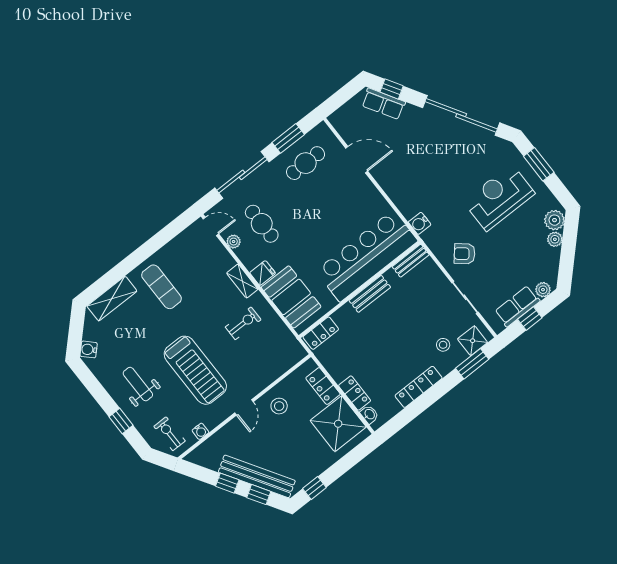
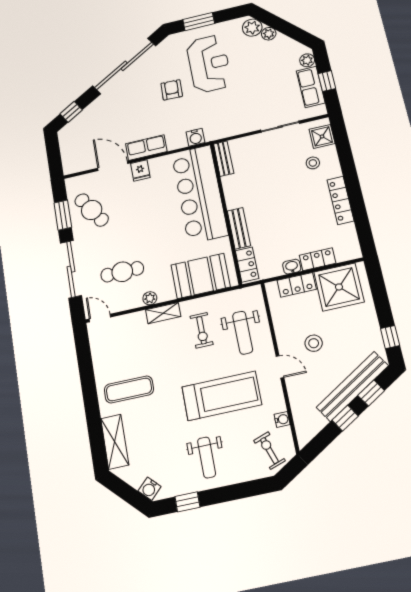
row of seats: (383, 104) -> (146, 148), moved, turned -149
door: (357, 160) -> (113, 166), hinge flipped
cafe table: (306, 163) -> (92, 210), turned -33
reception desk: (499, 197) -> (209, 64), turned 180
door: (211, 226) -> (100, 318), hinge flipped
plant: (234, 242) -> (150, 298), moved
armchair: (465, 254) -> (172, 90), moved, turned 142
fridge: (263, 273) -> (140, 170), moved, turned 180
bench: (370, 294) -> (239, 228), moved
exercise bike: (243, 323) -> (202, 330), turned 180
weight bench: (258, 360) -> (243, 333), added
window: (472, 364) -> (343, 145), removed
weight bench: (138, 384) -> (207, 457), turned -90
stool: (279, 406) -> (314, 343), moved
washbasin: (369, 414) -> (292, 267), moved
window: (121, 421) -> (187, 502), moved
exercise bike: (169, 434) -> (269, 451), turned 71

